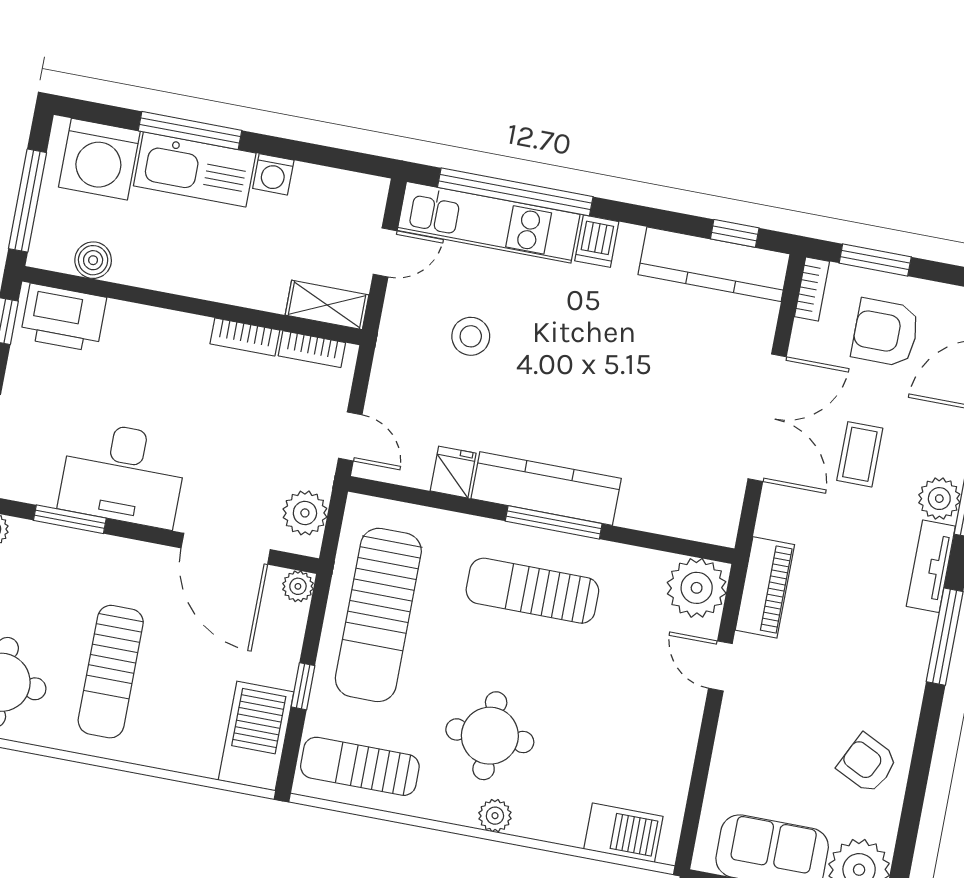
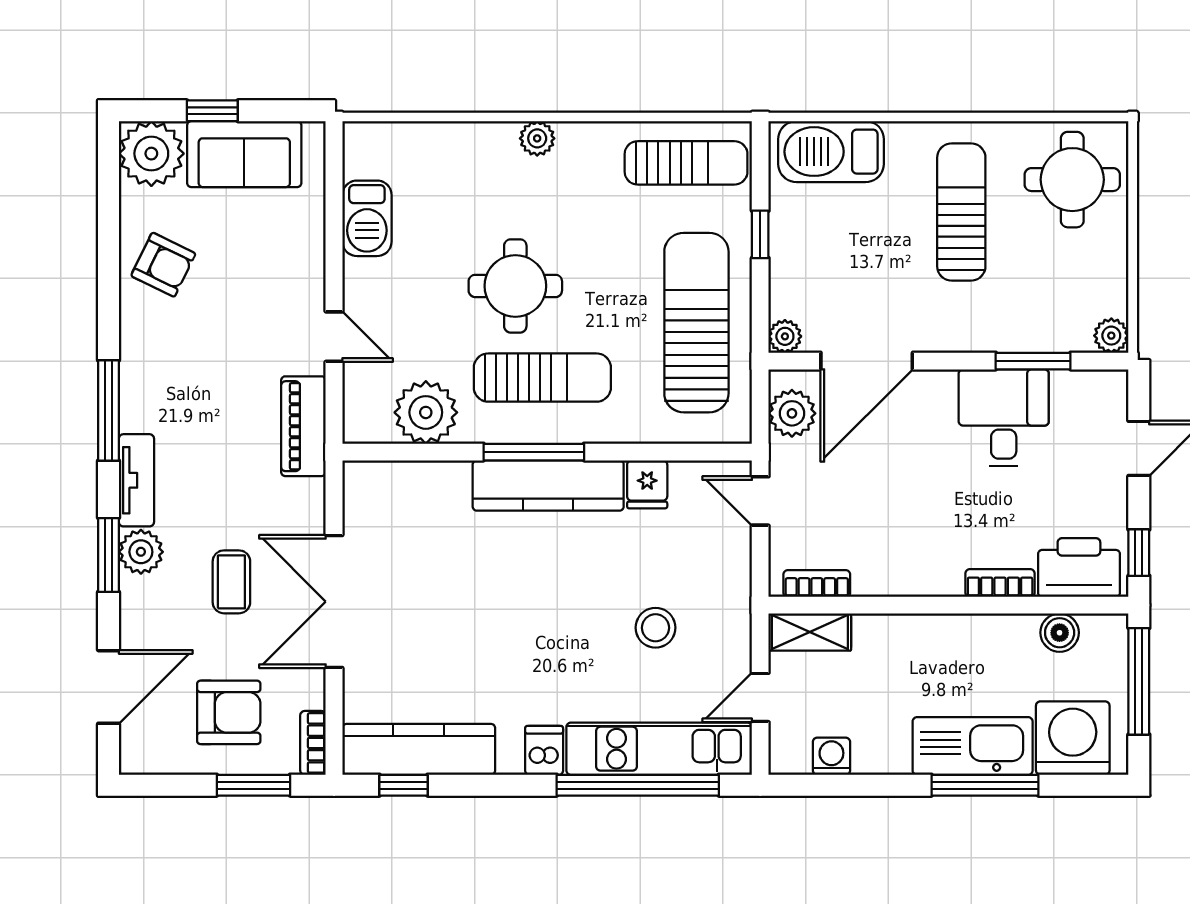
washing machine: (273, 174) -> (831, 756), moved
bookcase: (245, 337) -> (1000, 583), moved
desk: (123, 474) -> (1004, 418), width x0.73
door: (226, 549) -> (867, 361), swing flipped
plant: (697, 588) -> (426, 412), moved
barbecue: (256, 736) -> (831, 152), moved, turned 90
round table: (490, 736) -> (515, 286), moved
barbecue: (623, 833) -> (367, 218), moved, turned -90

